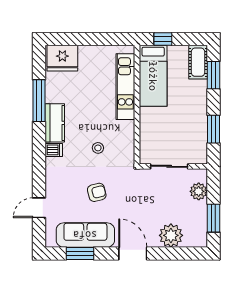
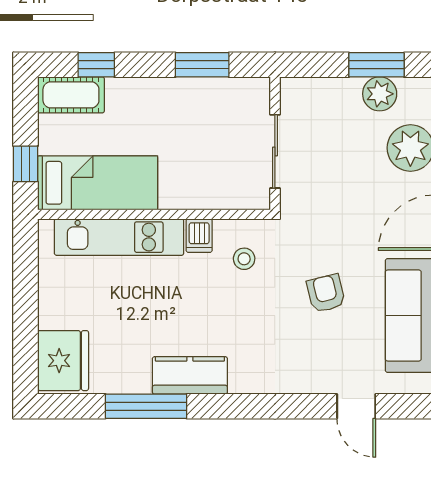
window: (213, 75) -> (96, 65), width x0.67
stool: (98, 148) -> (244, 259), moved
dishwasher: (54, 150) -> (199, 236), moved, turned 180
plant: (199, 191) -> (380, 94), moved

